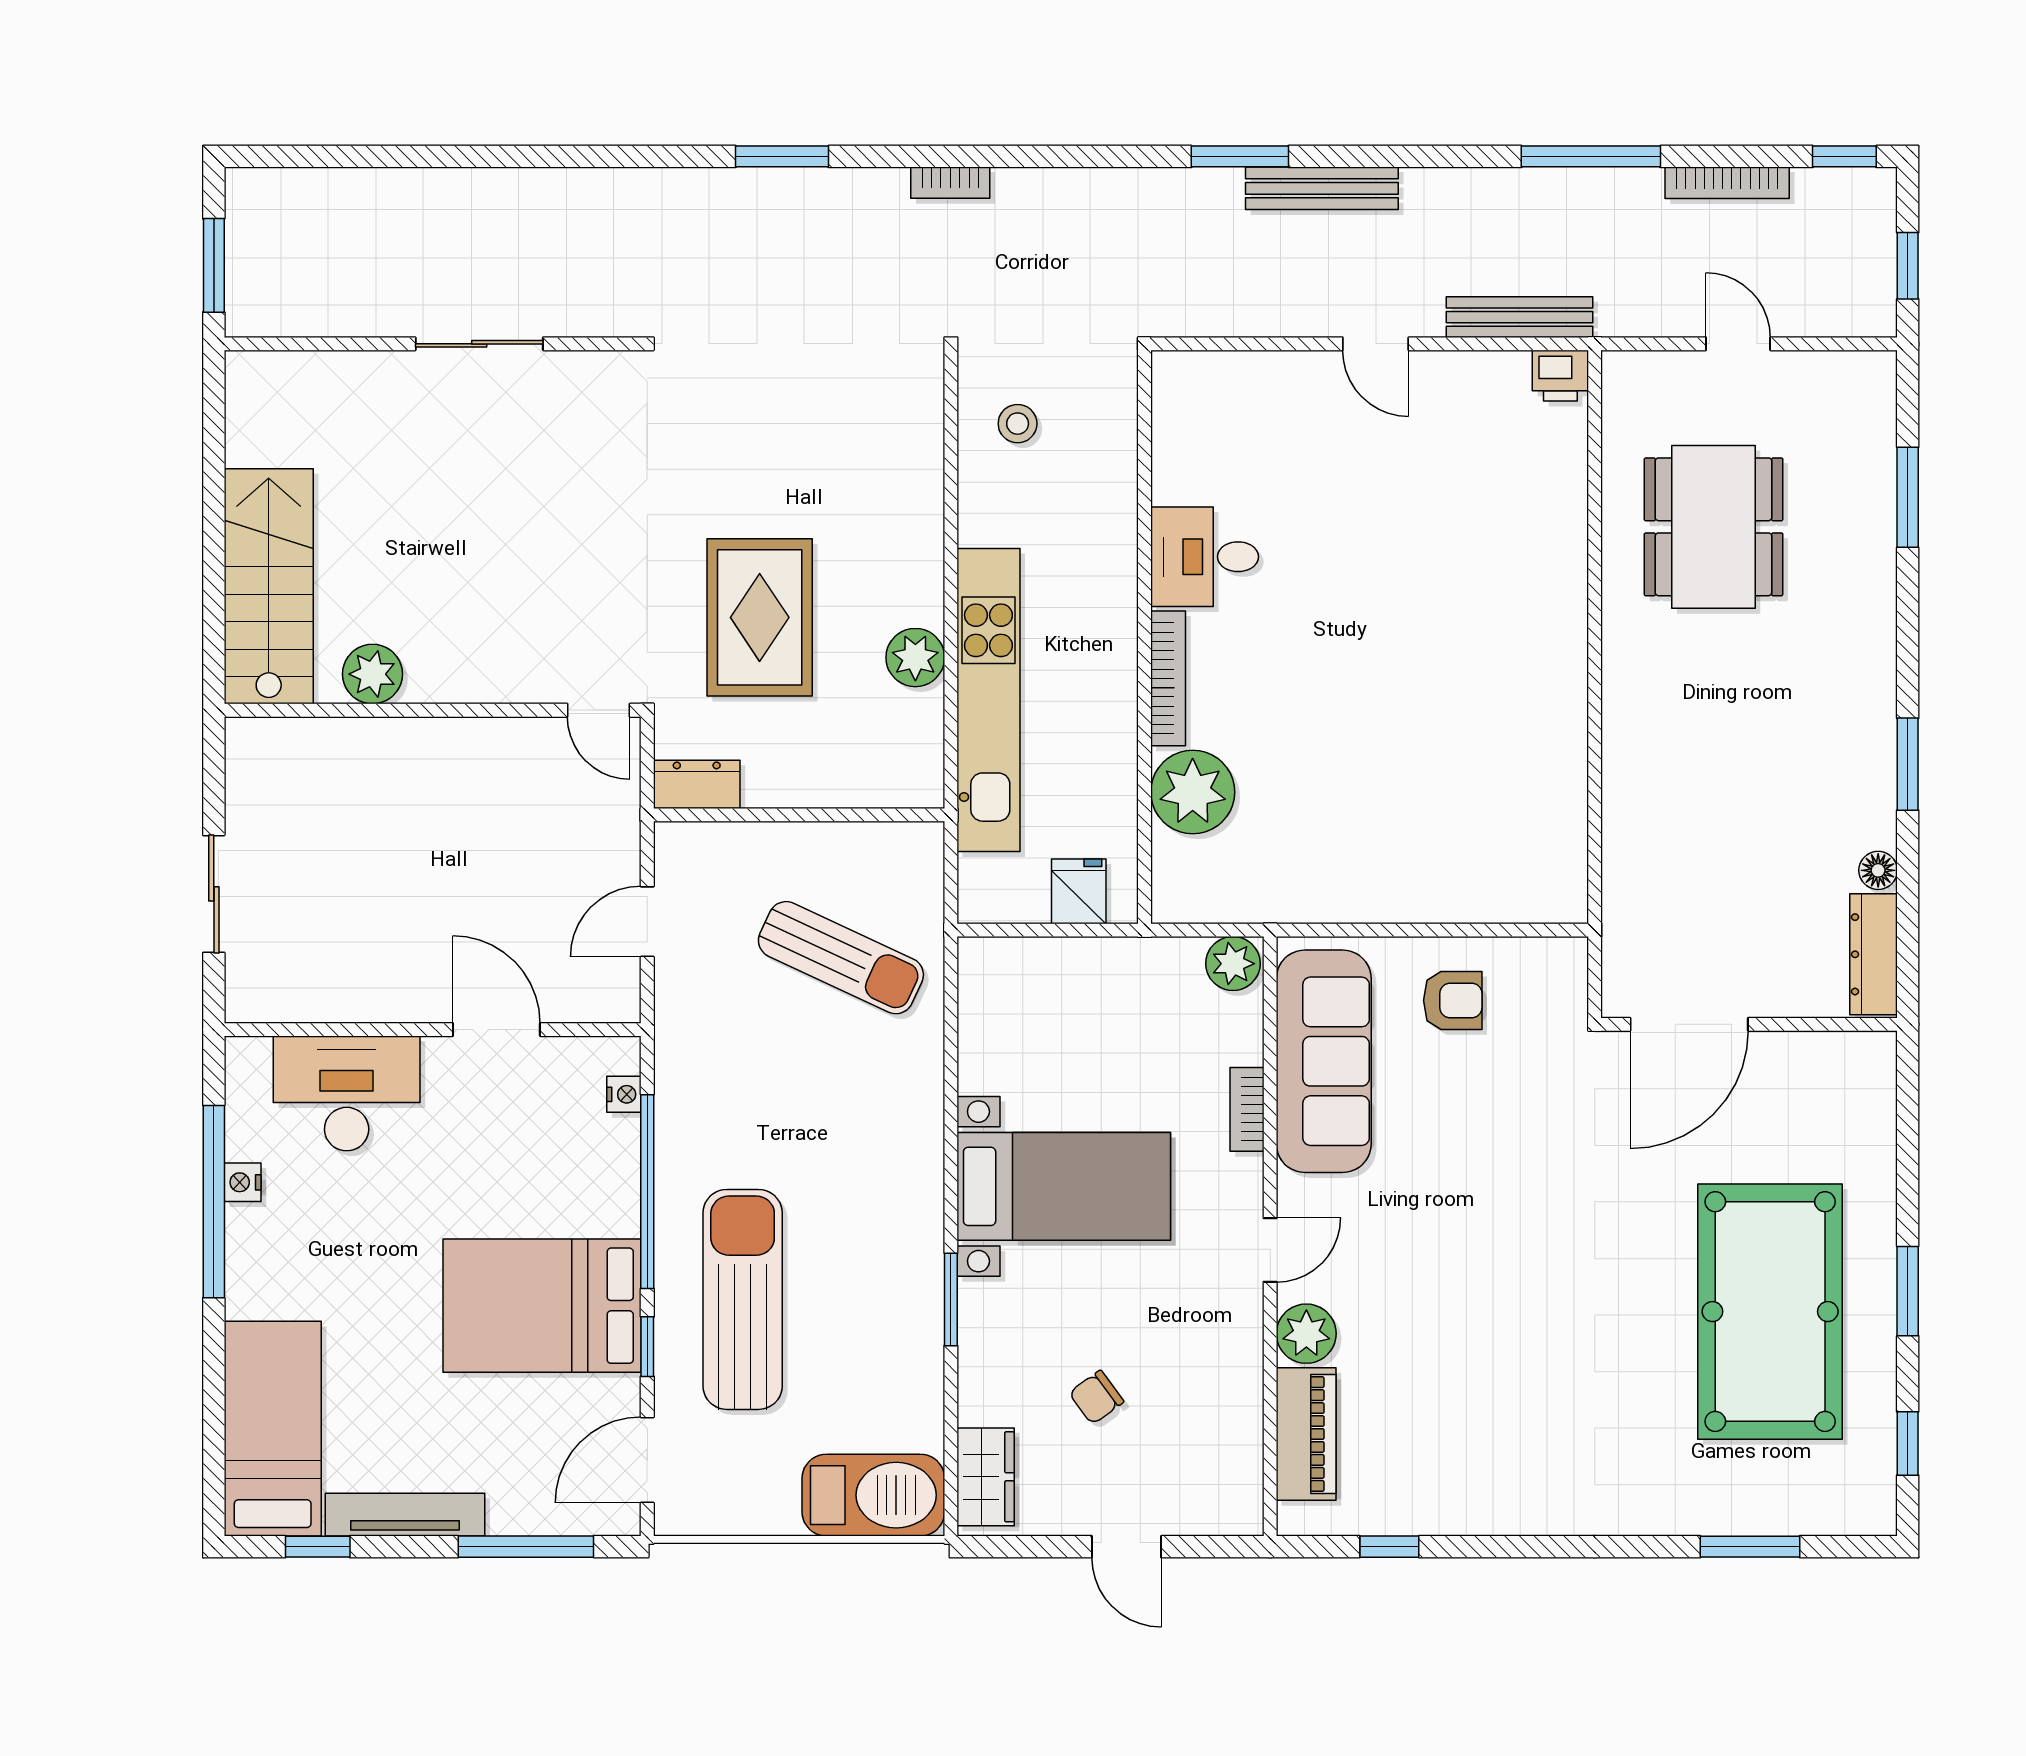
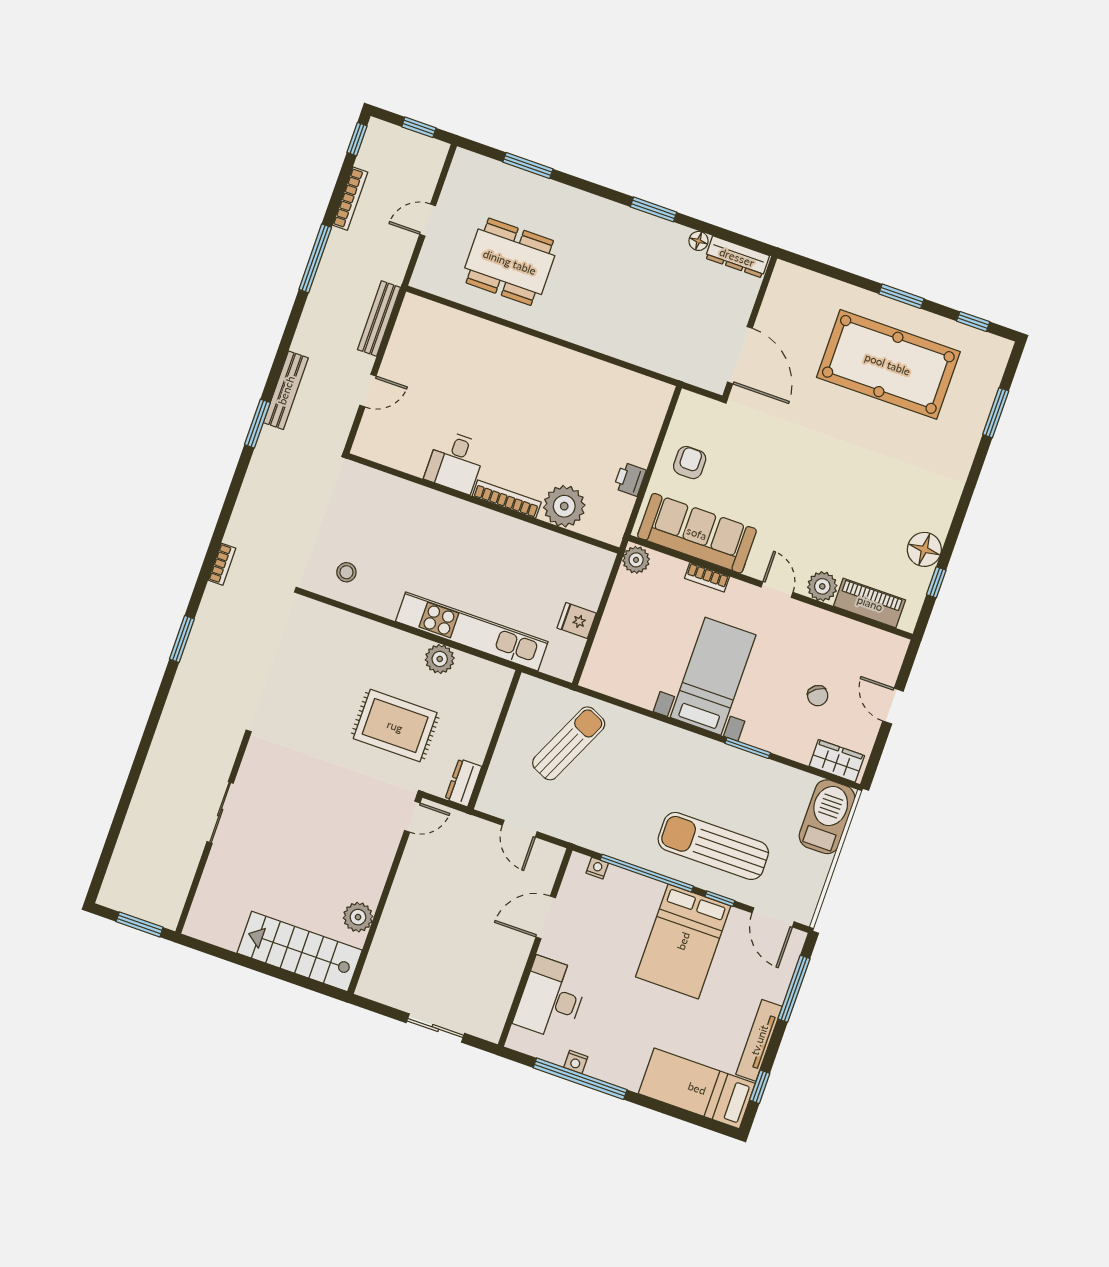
printer: (1560, 376) -> (630, 479), moved, turned 180
desk: (1205, 557) -> (455, 462), moved
wall: (1145, 637) -> (483, 503), moved
bookcase: (1168, 678) -> (507, 499), moved
plant: (1193, 792) -> (564, 506), moved
floor lamp: (1444, 1502) -> (924, 549), added
door: (1126, 1547) -> (893, 706), swing flipped

